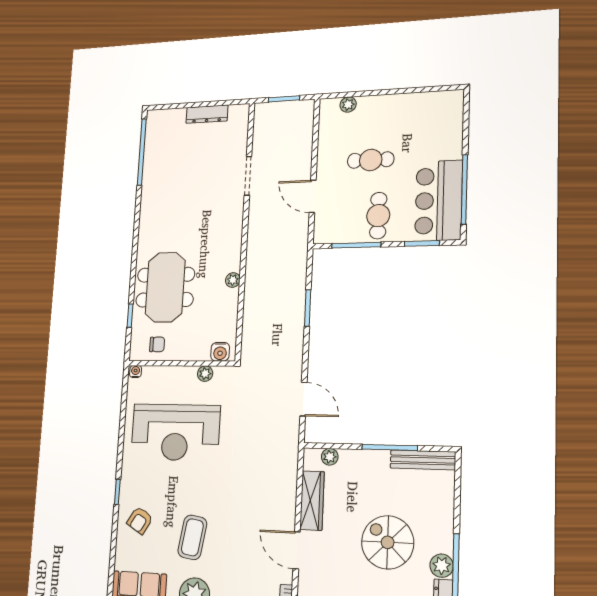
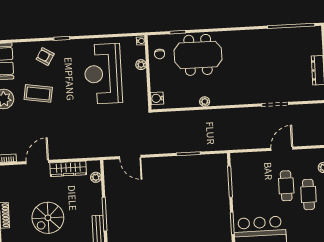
door: (313, 196) -> (282, 149), moved
cafe table: (378, 216) -> (308, 194), moved, turned 90
plant: (205, 374) -> (141, 65), moved
door: (303, 399) -> (130, 157), hinge flipped
spiral stairs: (388, 542) -> (48, 218), turned 180

